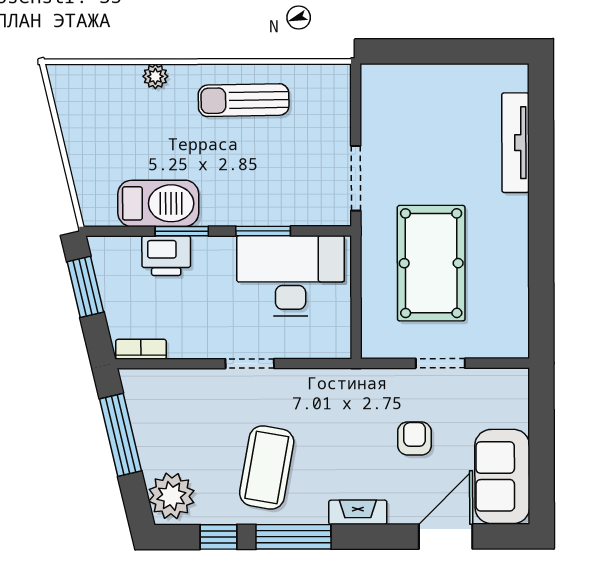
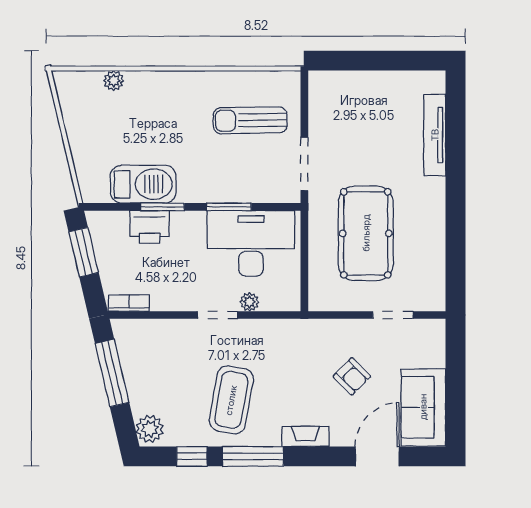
plant: (155, 76) -> (114, 81), moved
sun lounger: (244, 100) -> (250, 120), moved
plant: (289, 348) -> (249, 302), added
doorway: (440, 363) -> (393, 315), moved
armchair: (414, 438) -> (352, 376), turned 135
plant: (171, 496) -> (150, 429), width x0.73, depth x0.73

